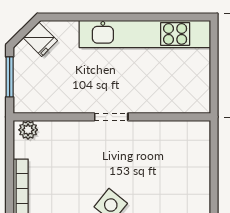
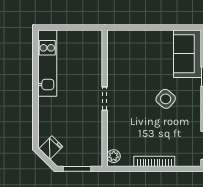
kitchen unit: (145, 34) -> (47, 63), width x0.73

